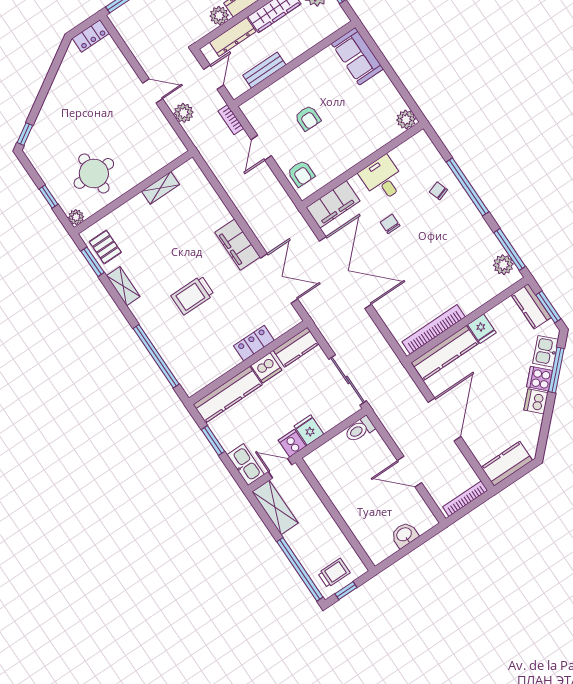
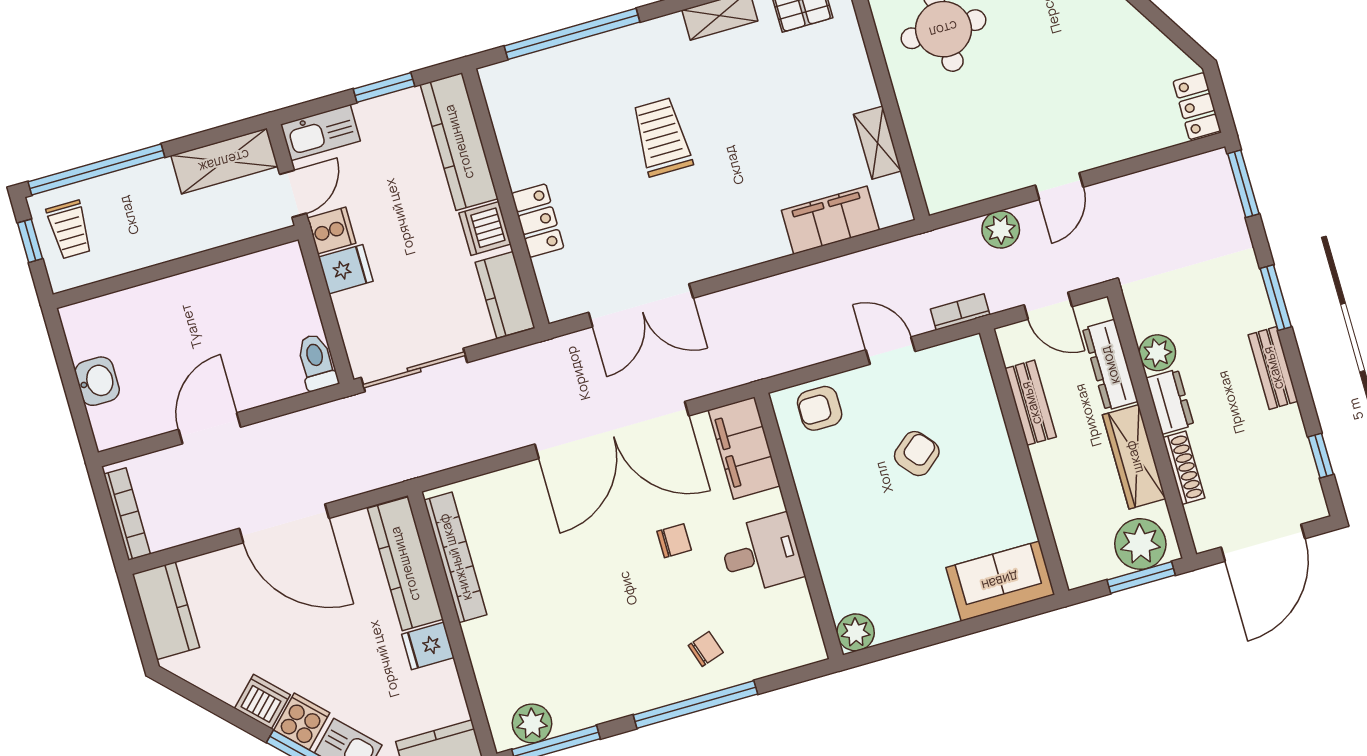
armchair: (308, 118) -> (917, 454), turned 140
filing cabinet: (238, 245) -> (830, 220), moved

